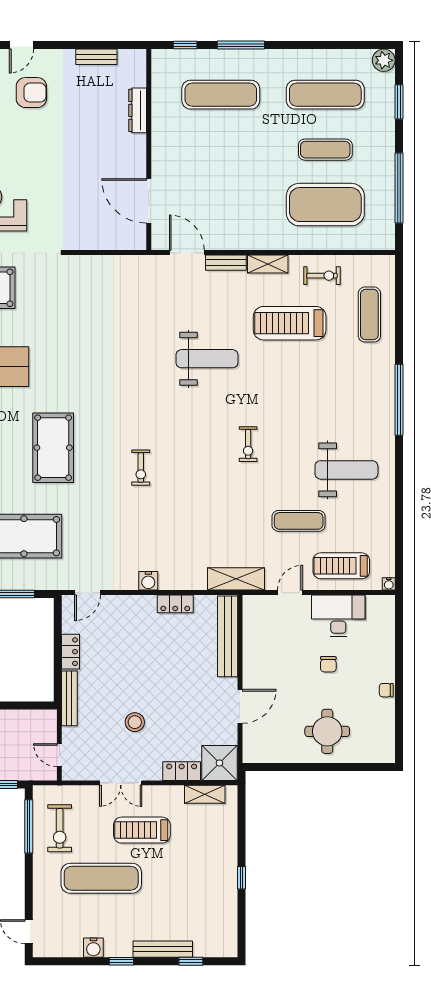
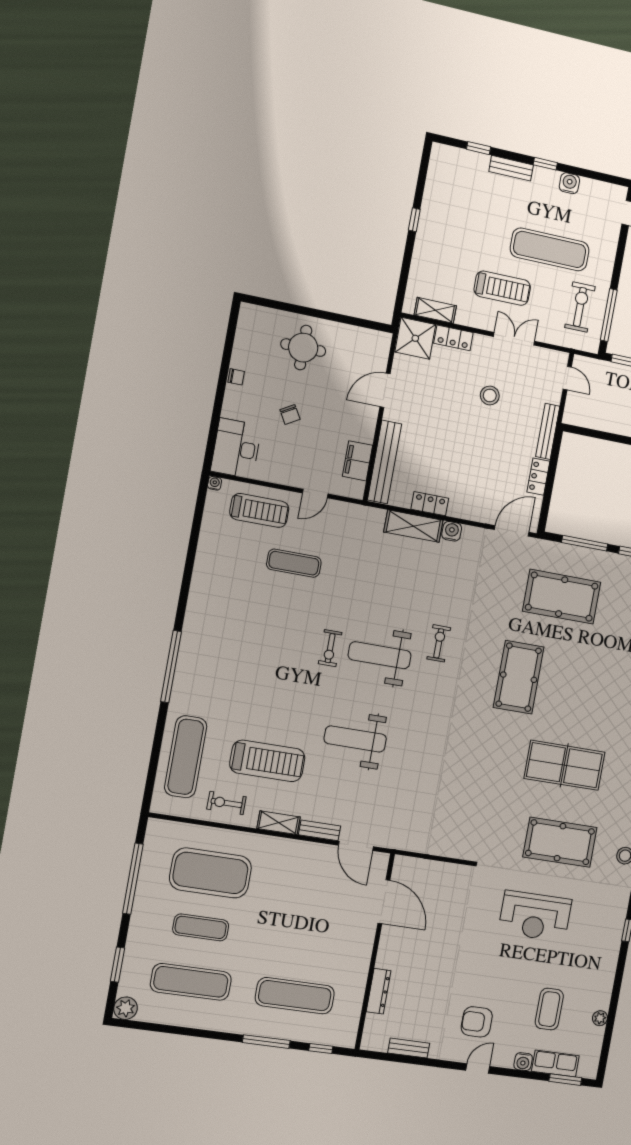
exercise mat: (369, 315) -> (186, 757), width x1.36, depth x1.45
exercise bike: (248, 444) -> (330, 648), turned 180
weight bench: (346, 470) -> (380, 655), moved
shelving: (236, 579) -> (413, 526), moved
door: (88, 593) -> (512, 531), width x1.38
desk: (338, 616) -> (236, 448), moved, turned 90
filing cabinet: (254, 632) -> (358, 461), added
chair: (328, 664) -> (290, 415), turned 150
bench: (163, 949) -> (511, 168), width x0.73

